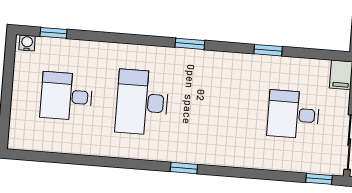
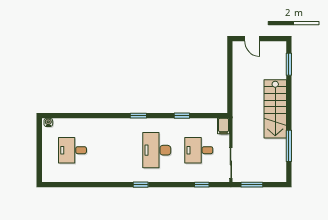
window: (54, 33) -> (62, 116), removed
desk: (142, 102) -> (157, 150), moved
window: (319, 179) -> (202, 185), moved

